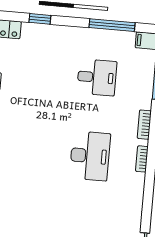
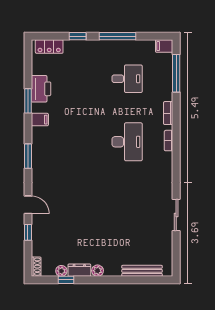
window: (112, 25) -> (117, 36), moved

